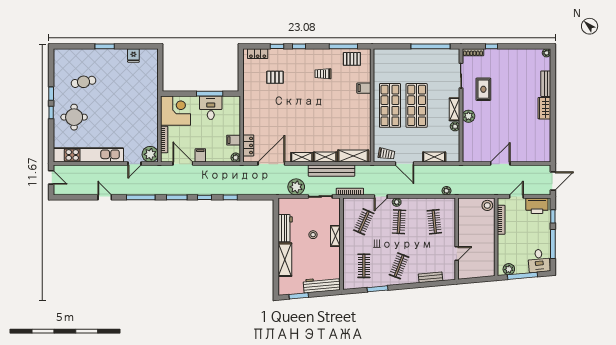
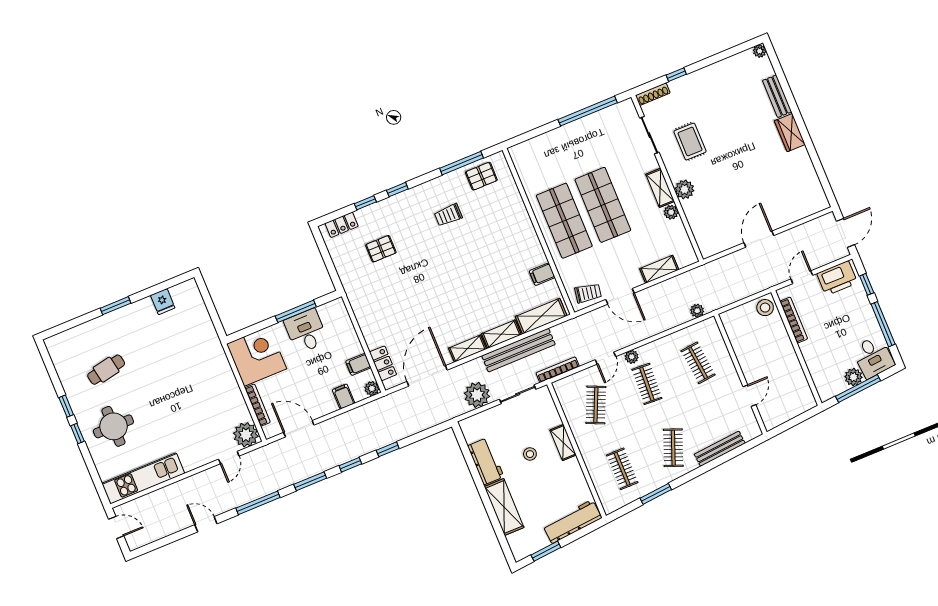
filing cabinet: (364, 88) -> (542, 274), moved
kitchen unit: (88, 155) -> (143, 478), width x0.73
filing cabinet: (200, 155) -> (343, 397), moved
plant: (509, 269) -> (853, 377), moved
bench: (431, 277) -> (720, 449), width x1.36

